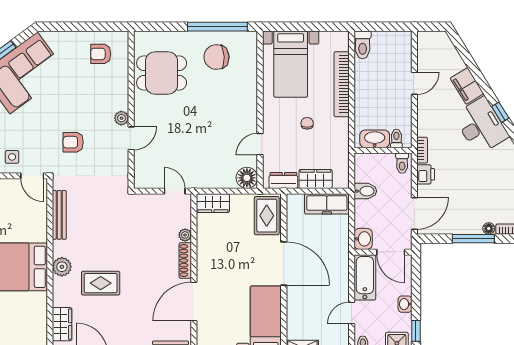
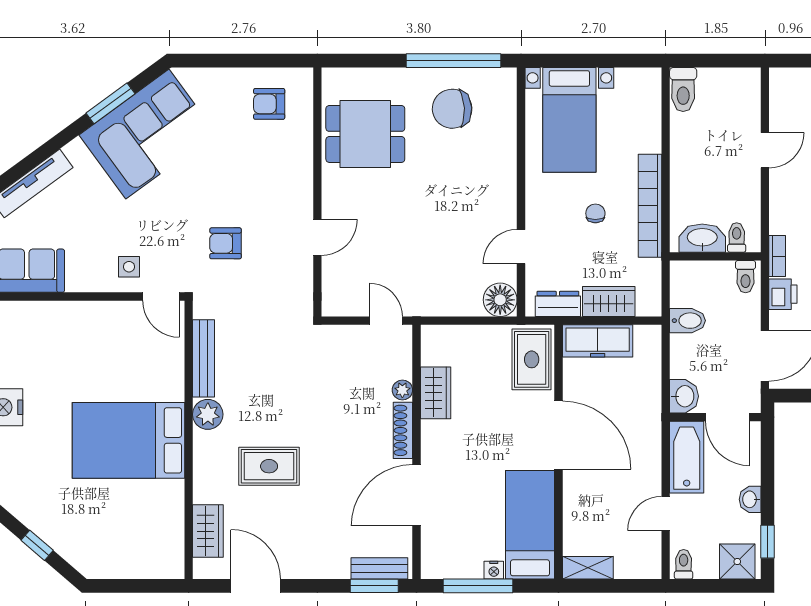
bookcase: (342, 84) -> (650, 206), moved
plant: (121, 118) -> (302, 205), removed
wardrobe: (213, 203) -> (436, 393), moved, turned -90
freezer: (327, 204) -> (598, 341), moved
plant: (62, 267) -> (208, 414), moved

